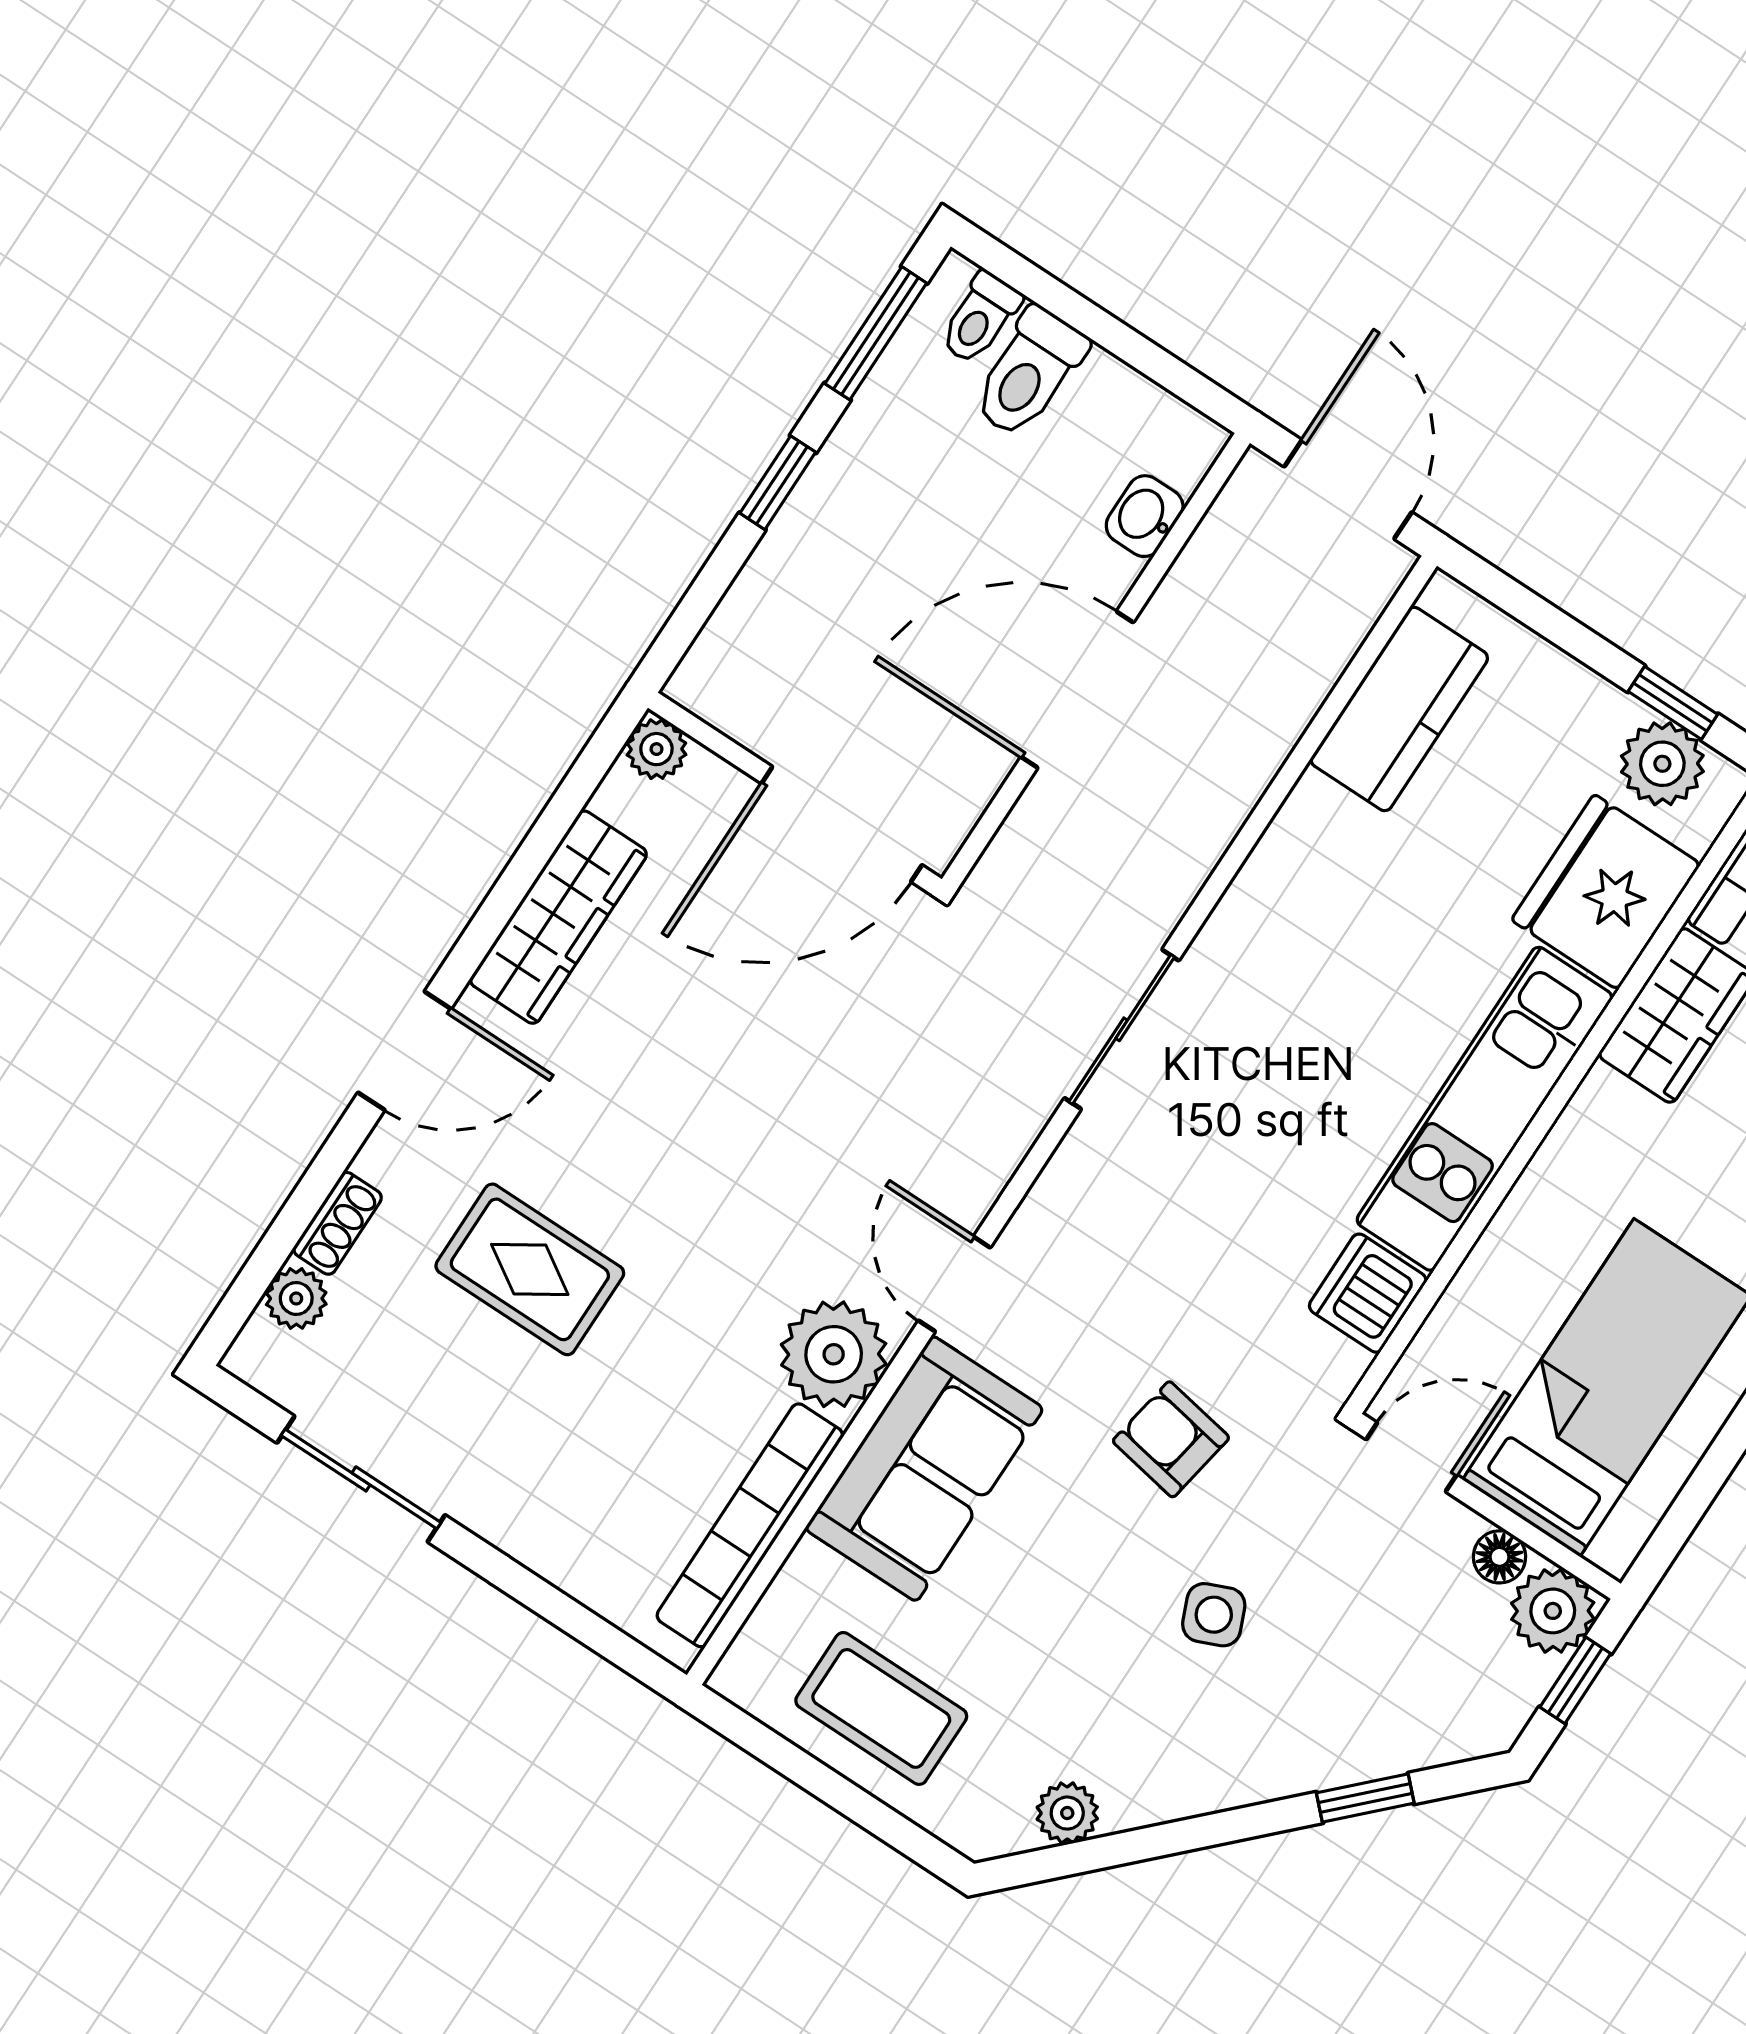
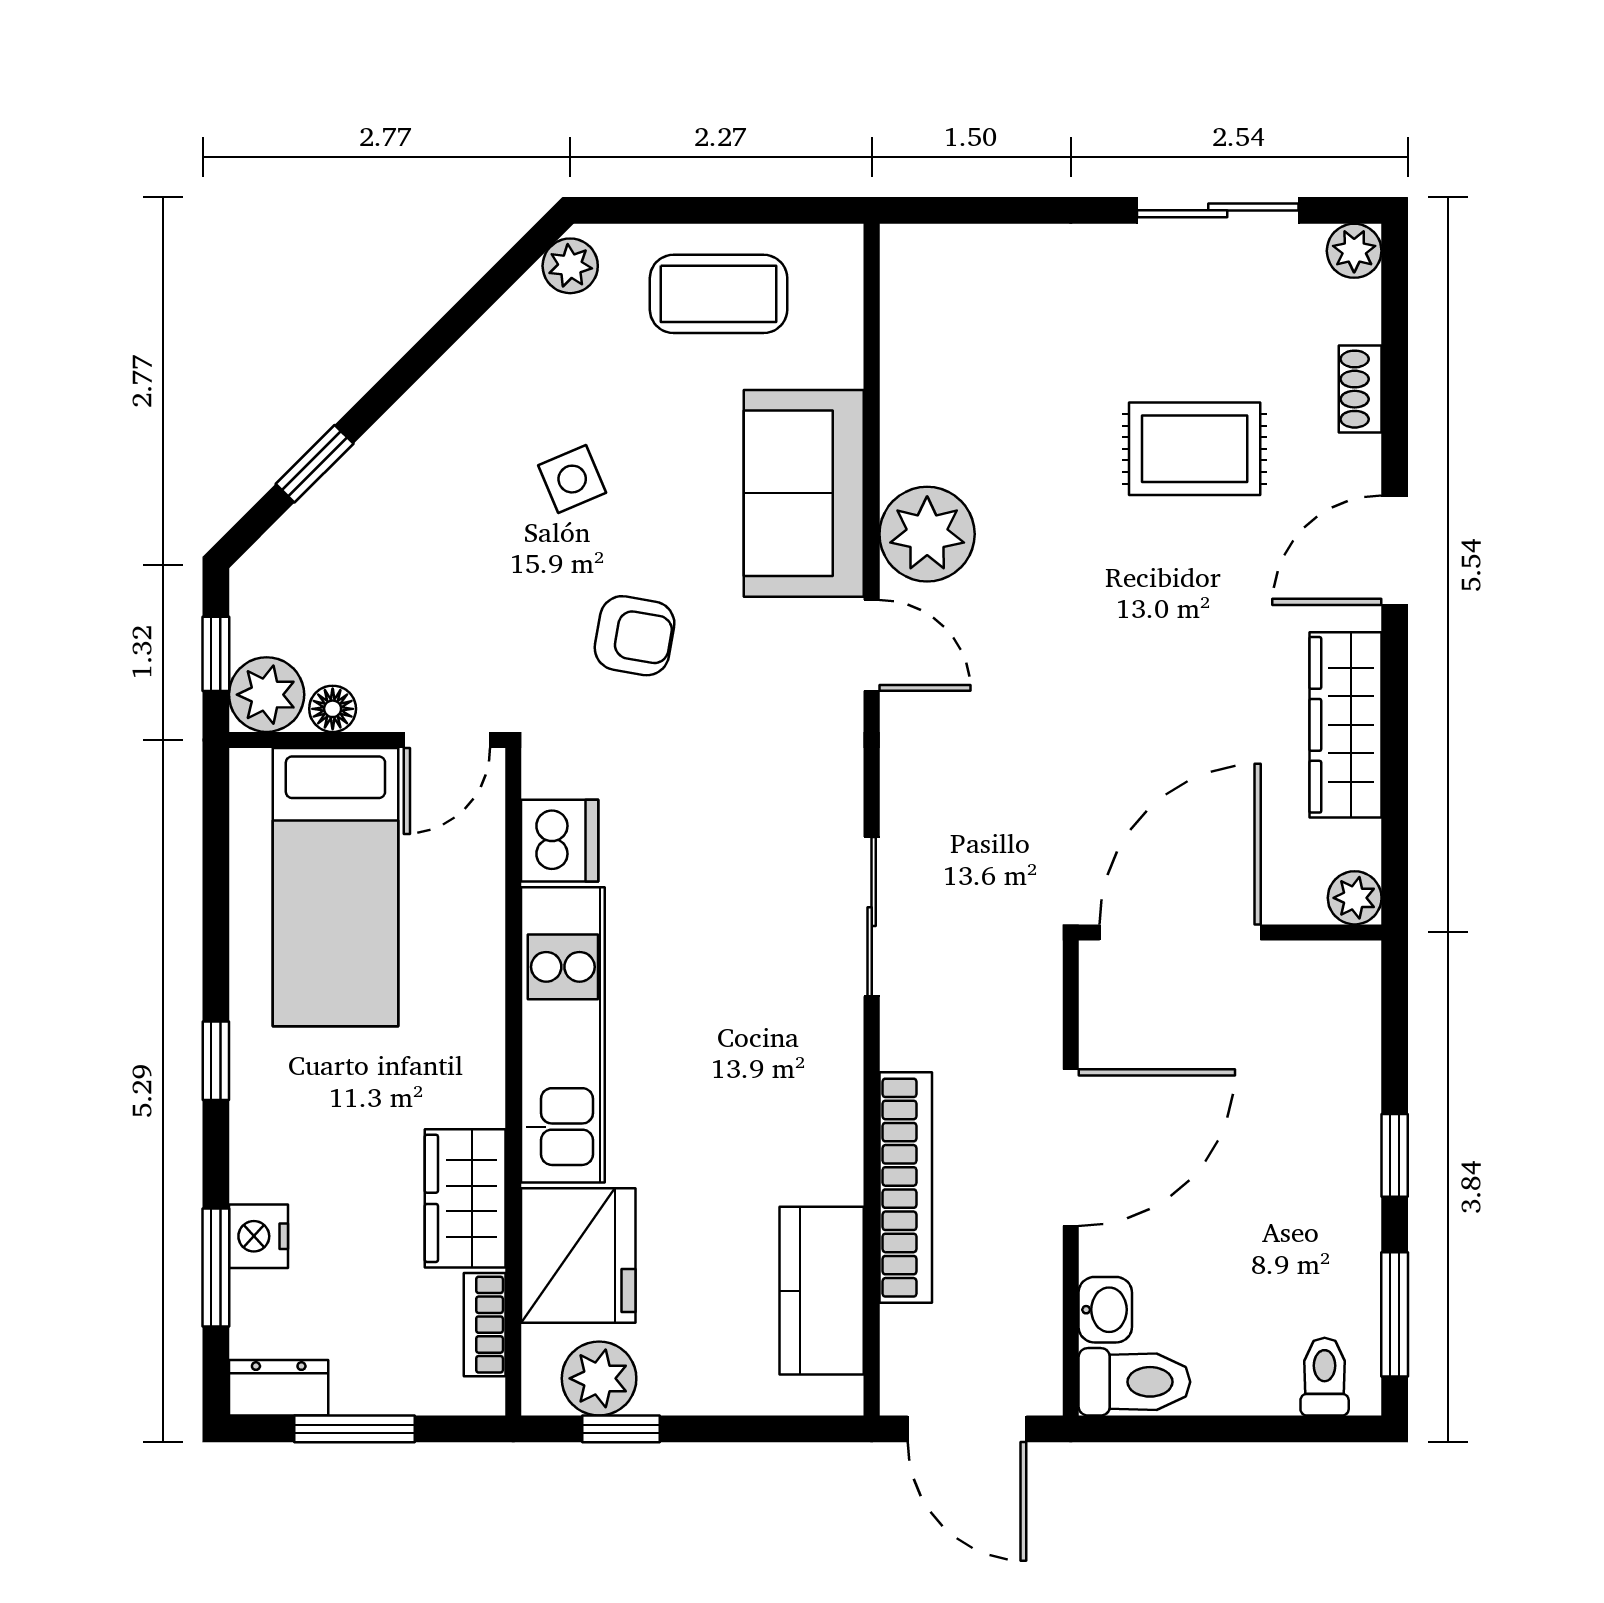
toilet: (1029, 373) -> (1134, 1382), moved, turned 90
plant: (296, 1298) -> (1354, 251), moved
bookcase: (750, 1525) -> (906, 1188), moved
side table: (1214, 1615) -> (572, 479), moved
plant: (1067, 1813) -> (570, 266), moved

